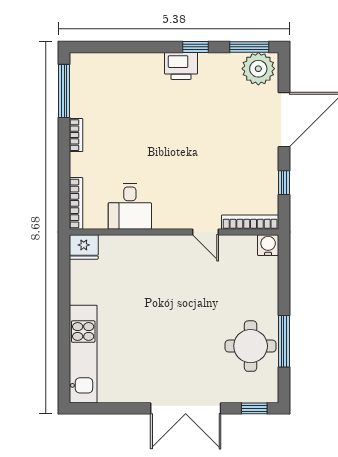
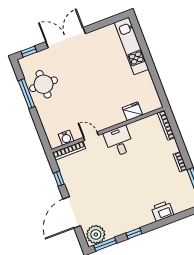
printer: (181, 66) -> (162, 211), moved
desk: (130, 206) -> (119, 141), moved
water cooler: (268, 245) -> (66, 138), moved
fridge: (84, 247) -> (132, 111), moved

